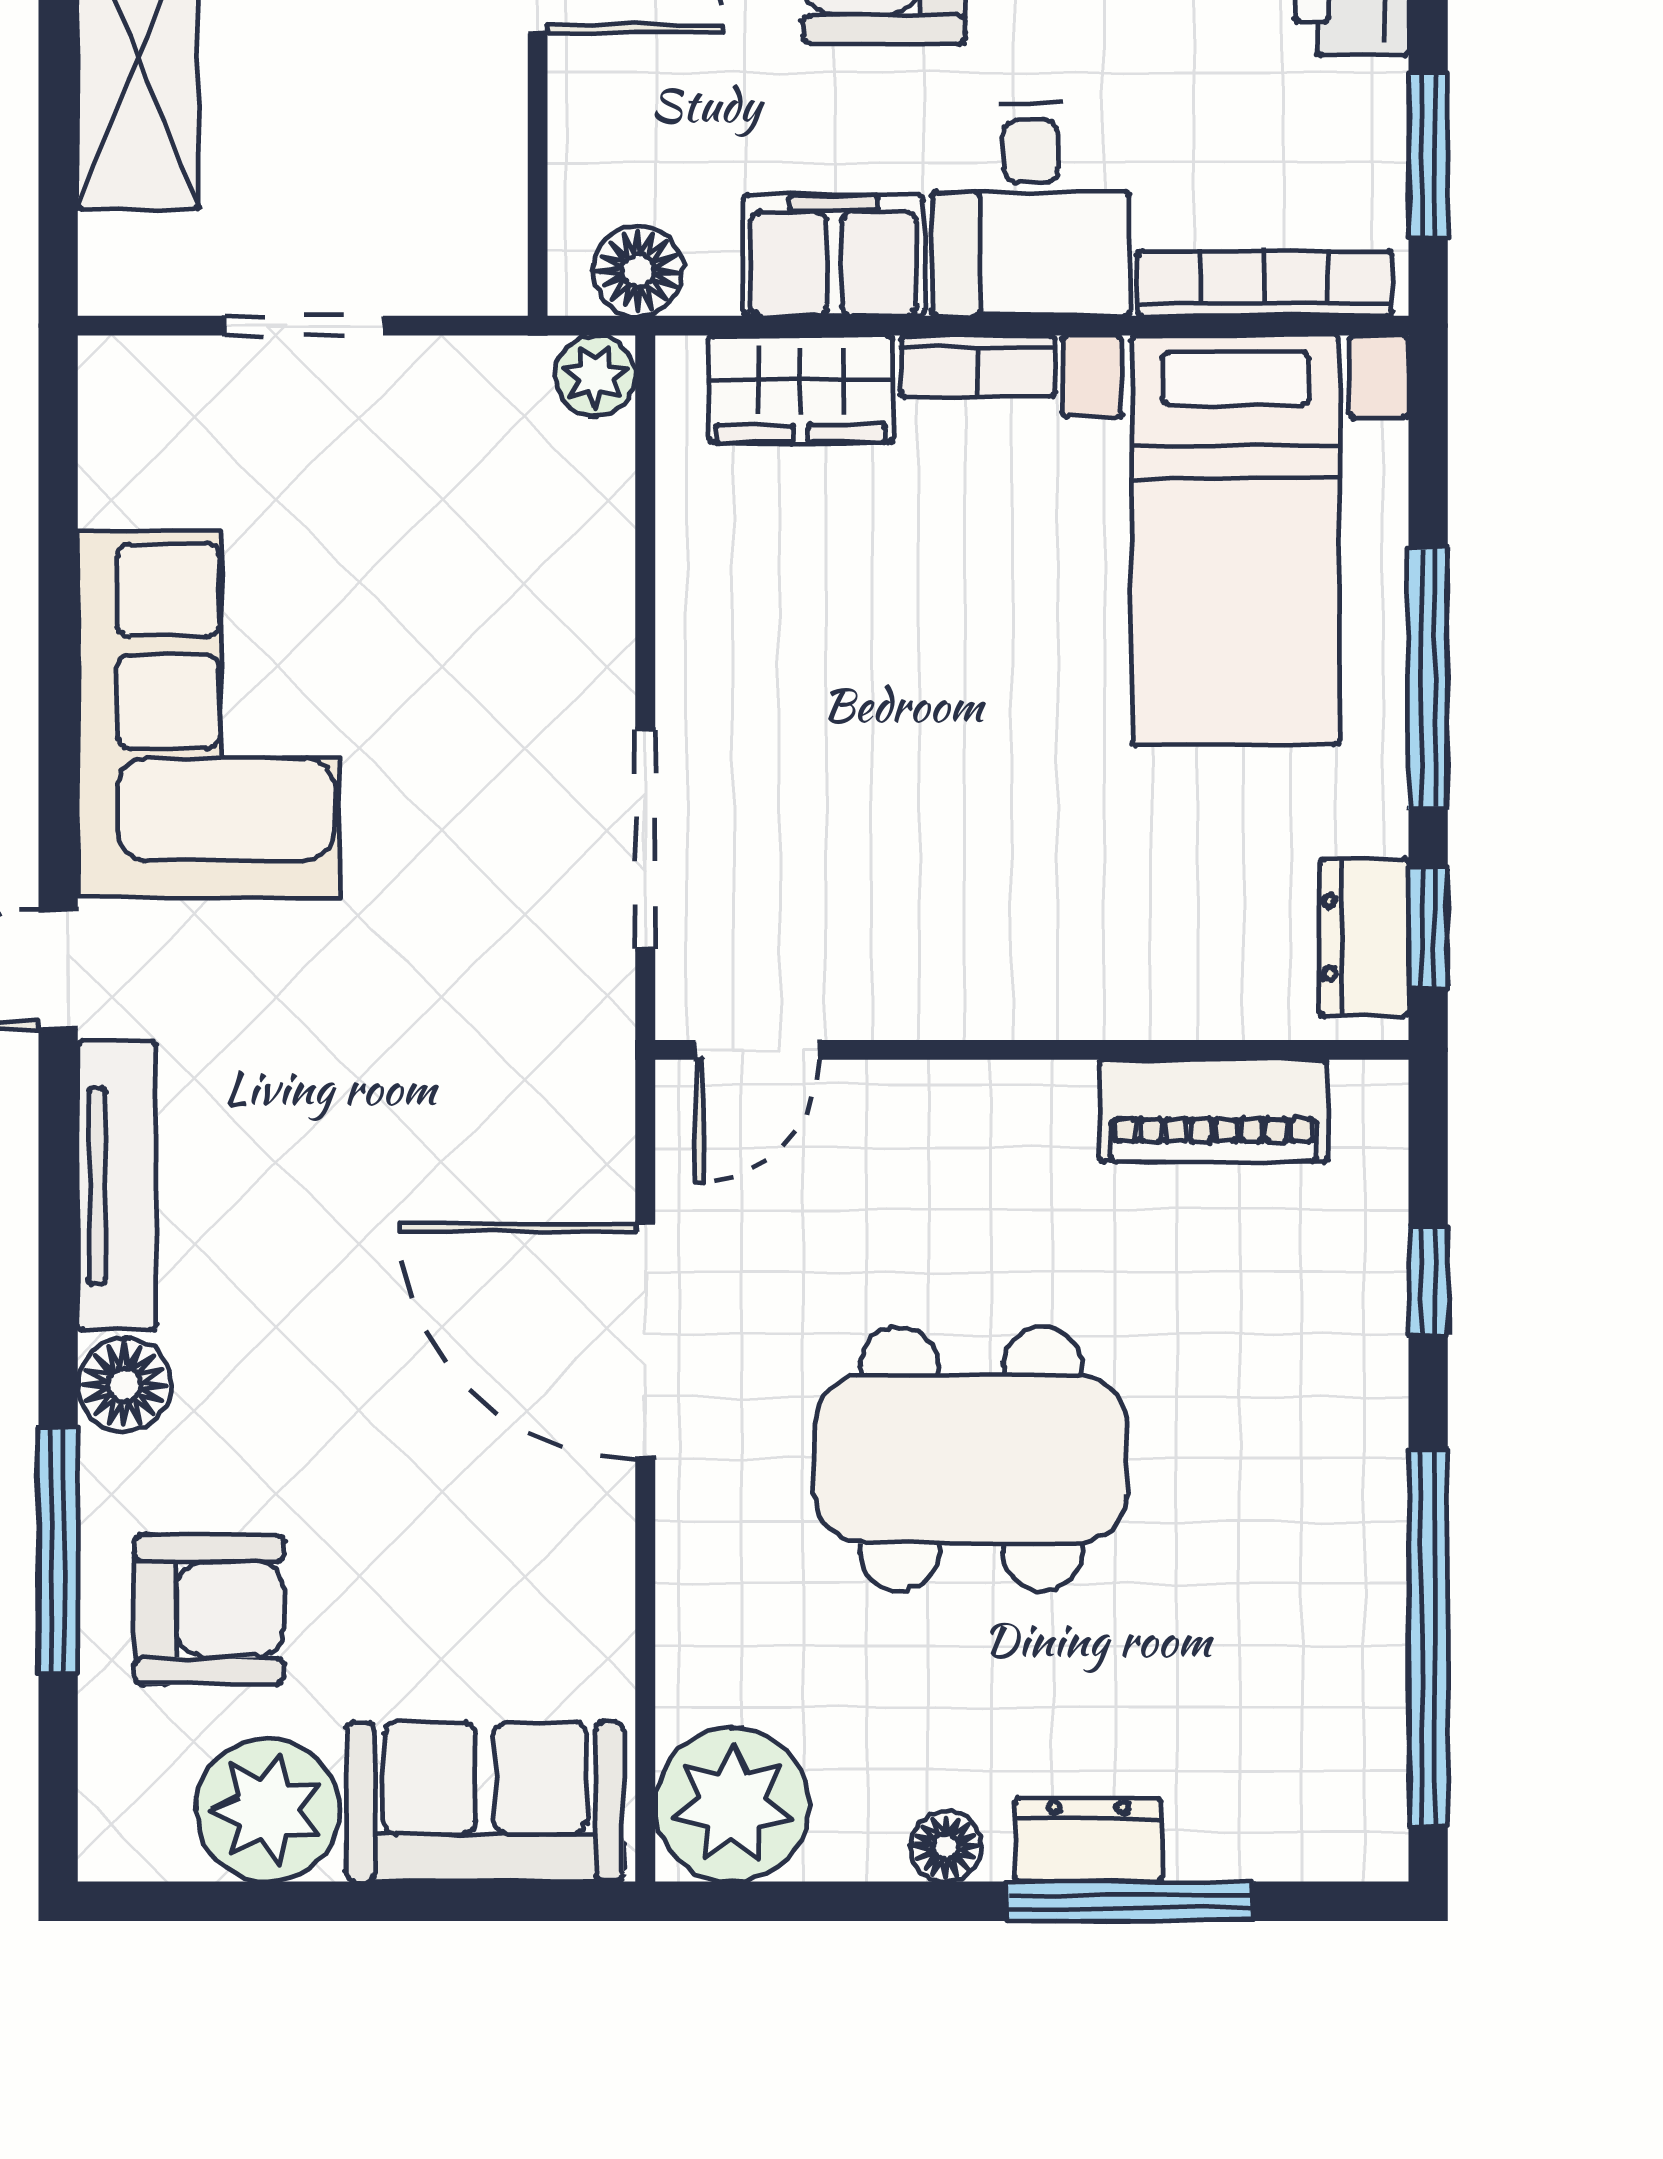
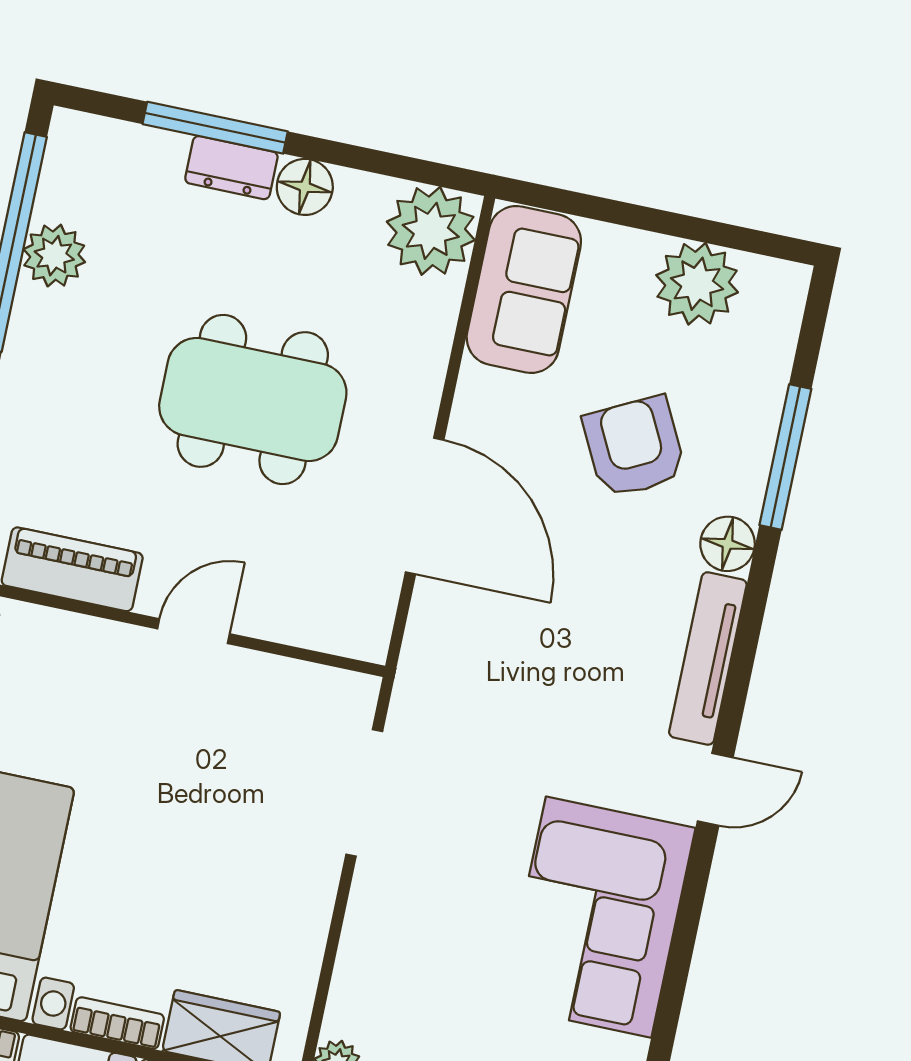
door: (757, 1050) -> (194, 631), moved
armchair: (209, 1610) -> (634, 447), moved, turned 63
plant: (1354, 1630) -> (54, 256), added
sofa: (485, 1802) -> (524, 289), moved, turned -90
floor lamp: (946, 1847) -> (305, 187), width x1.37, depth x1.37

